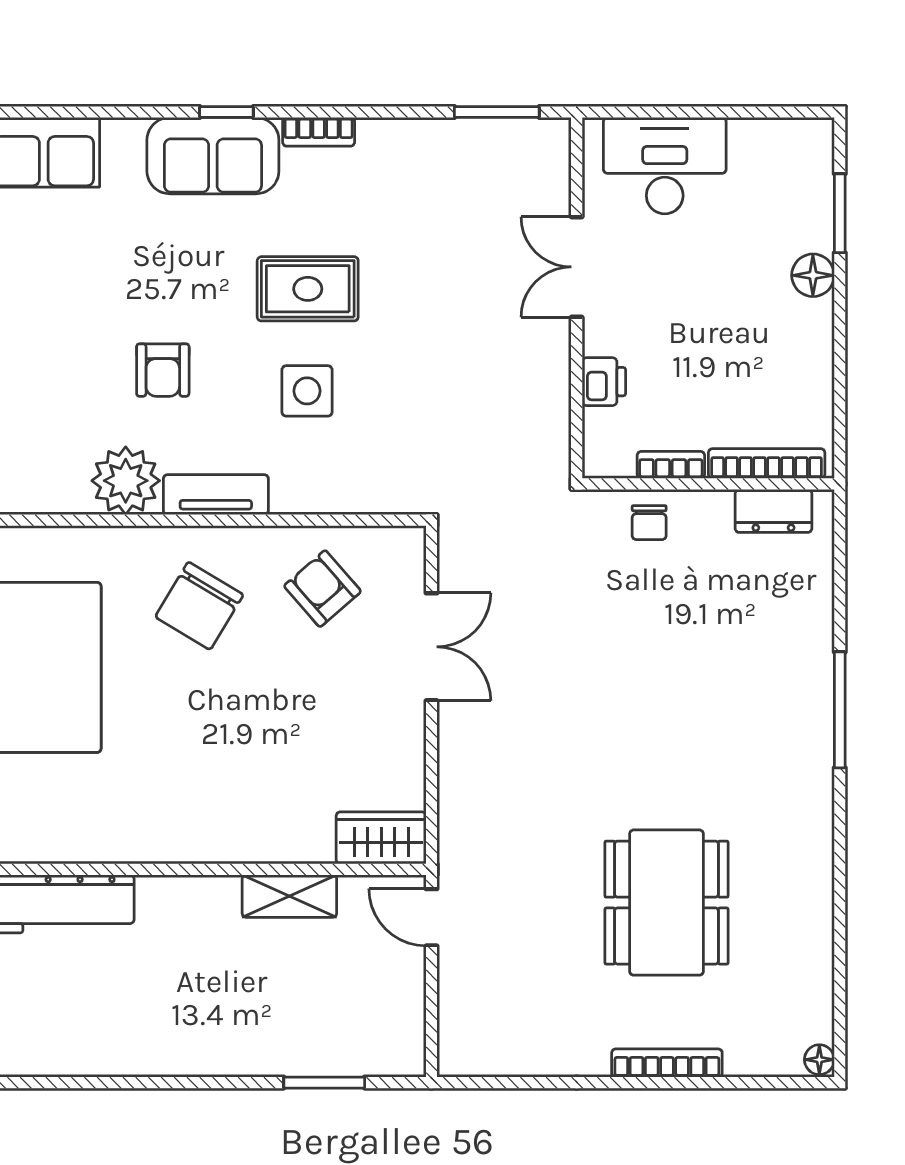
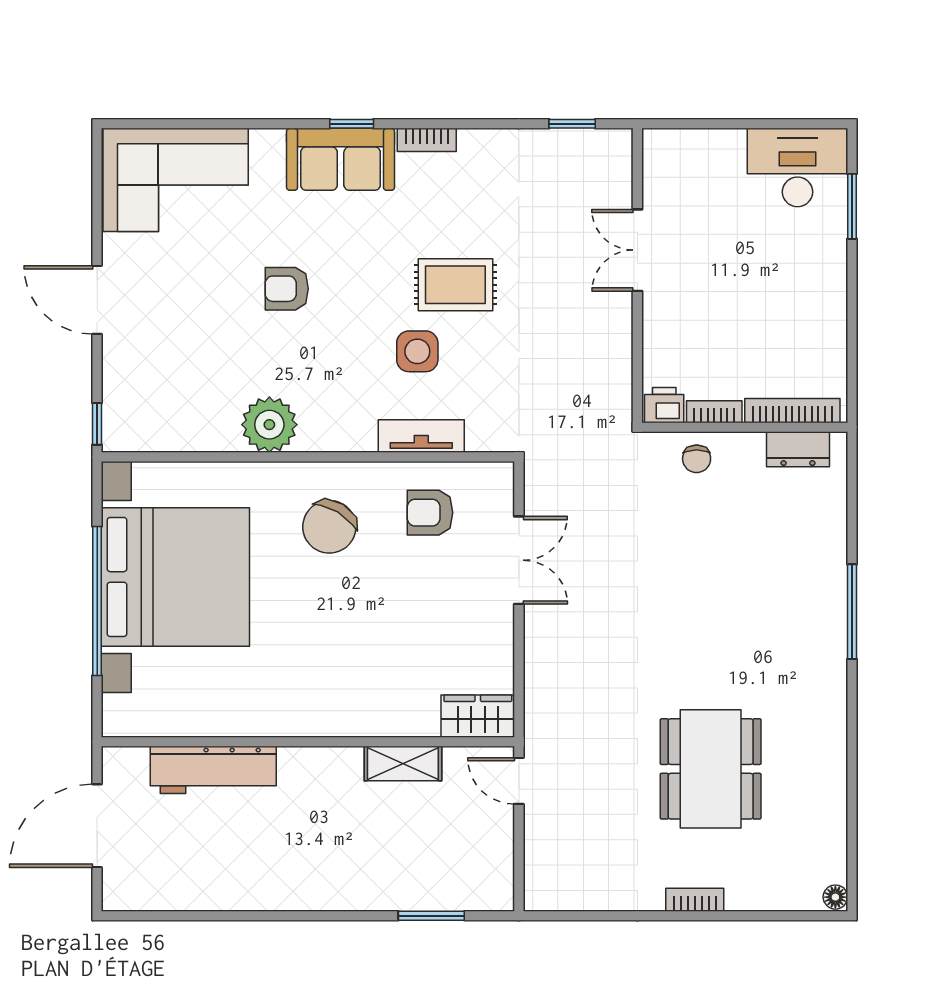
window: (497, 112) -> (572, 124), width x0.67
desk: (665, 166) -> (797, 168), moved
floor lamp: (813, 275) -> (830, 257), removed
rug: (308, 289) -> (455, 285), moved
armchair: (163, 370) -> (287, 289), moved, turned 90
printer: (604, 382) -> (664, 405), moved, turned -90
tv unit: (216, 495) -> (421, 436), moved
armchair: (323, 589) -> (430, 513), turned -49
bookcase: (667, 1063) -> (695, 900), width x0.64

